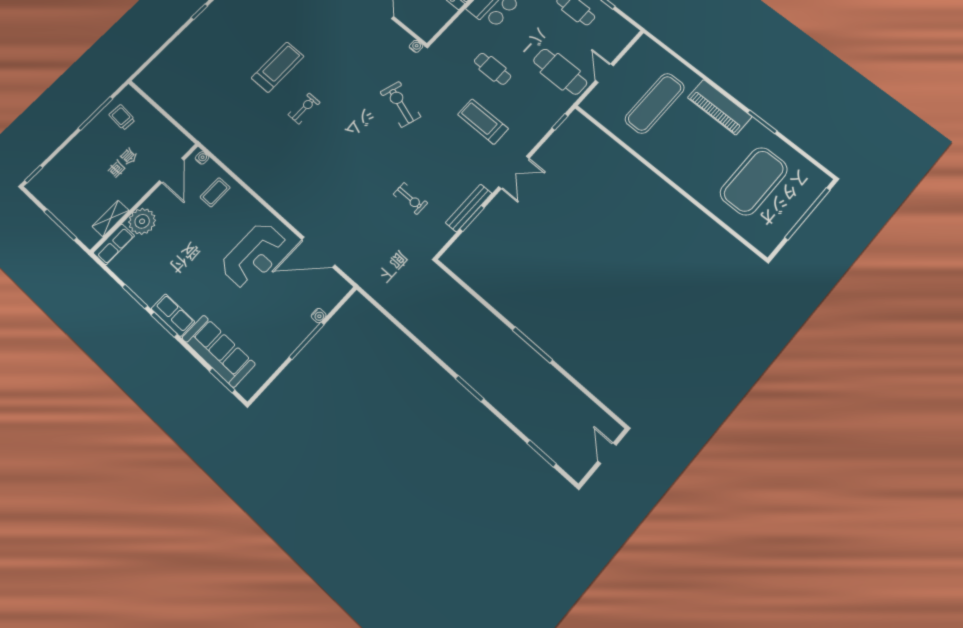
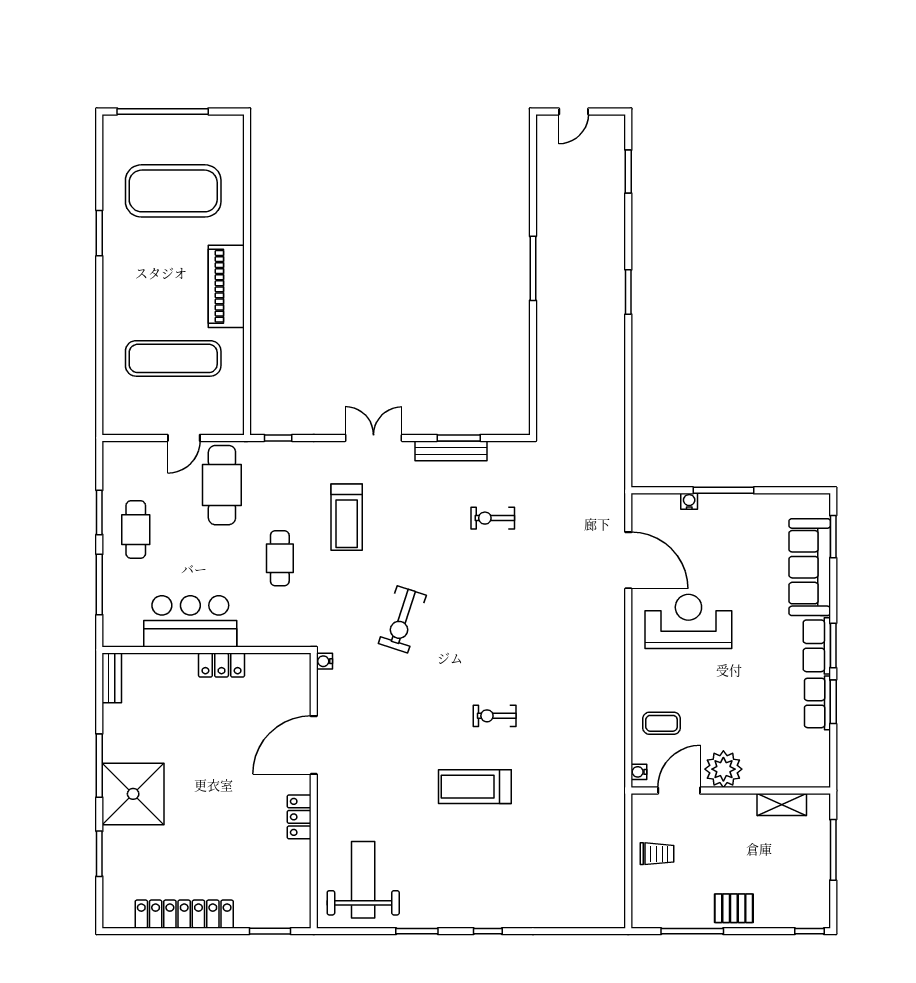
piano: (720, 107) -> (226, 286), moved, turned 180
trolley: (122, 117) -> (657, 854), moved, turned -94
pallet: (85, 145) -> (734, 908), added
exercise bike: (410, 199) -> (493, 518), turned -90
plant: (142, 221) -> (723, 769), moved
row of seats: (114, 244) -> (817, 703), moved, turned -90

